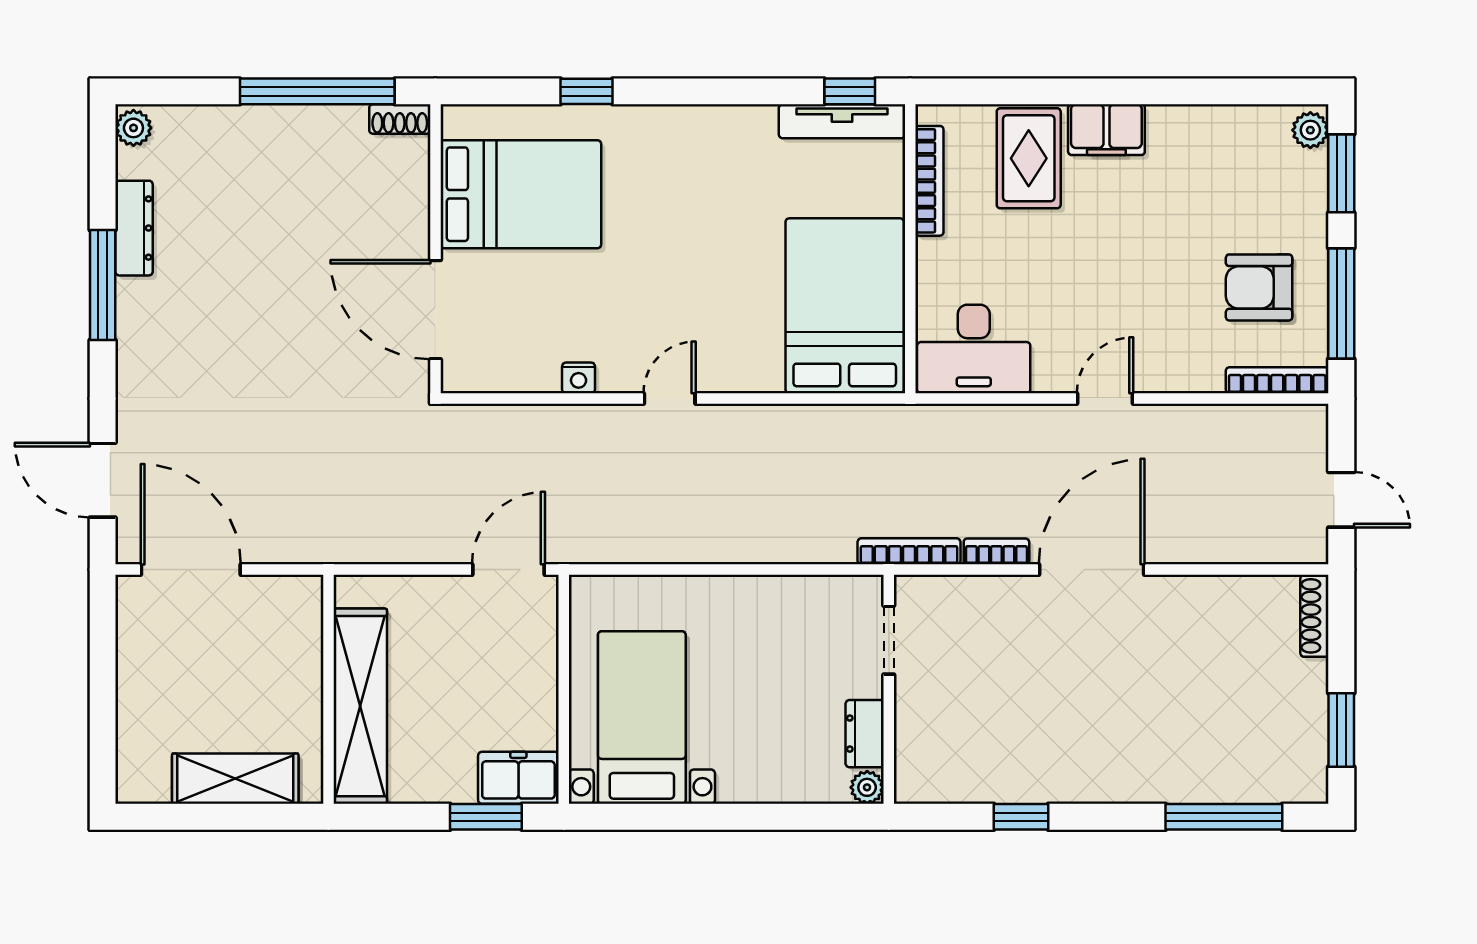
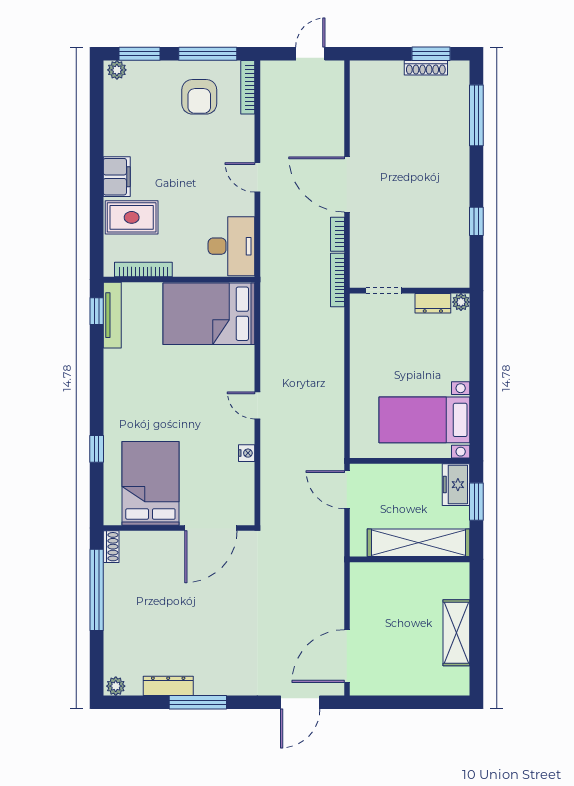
shoe rack: (1314, 616) -> (426, 68), moved
wall: (328, 689) -> (410, 559), moved
shelving: (360, 706) -> (418, 543), moved

